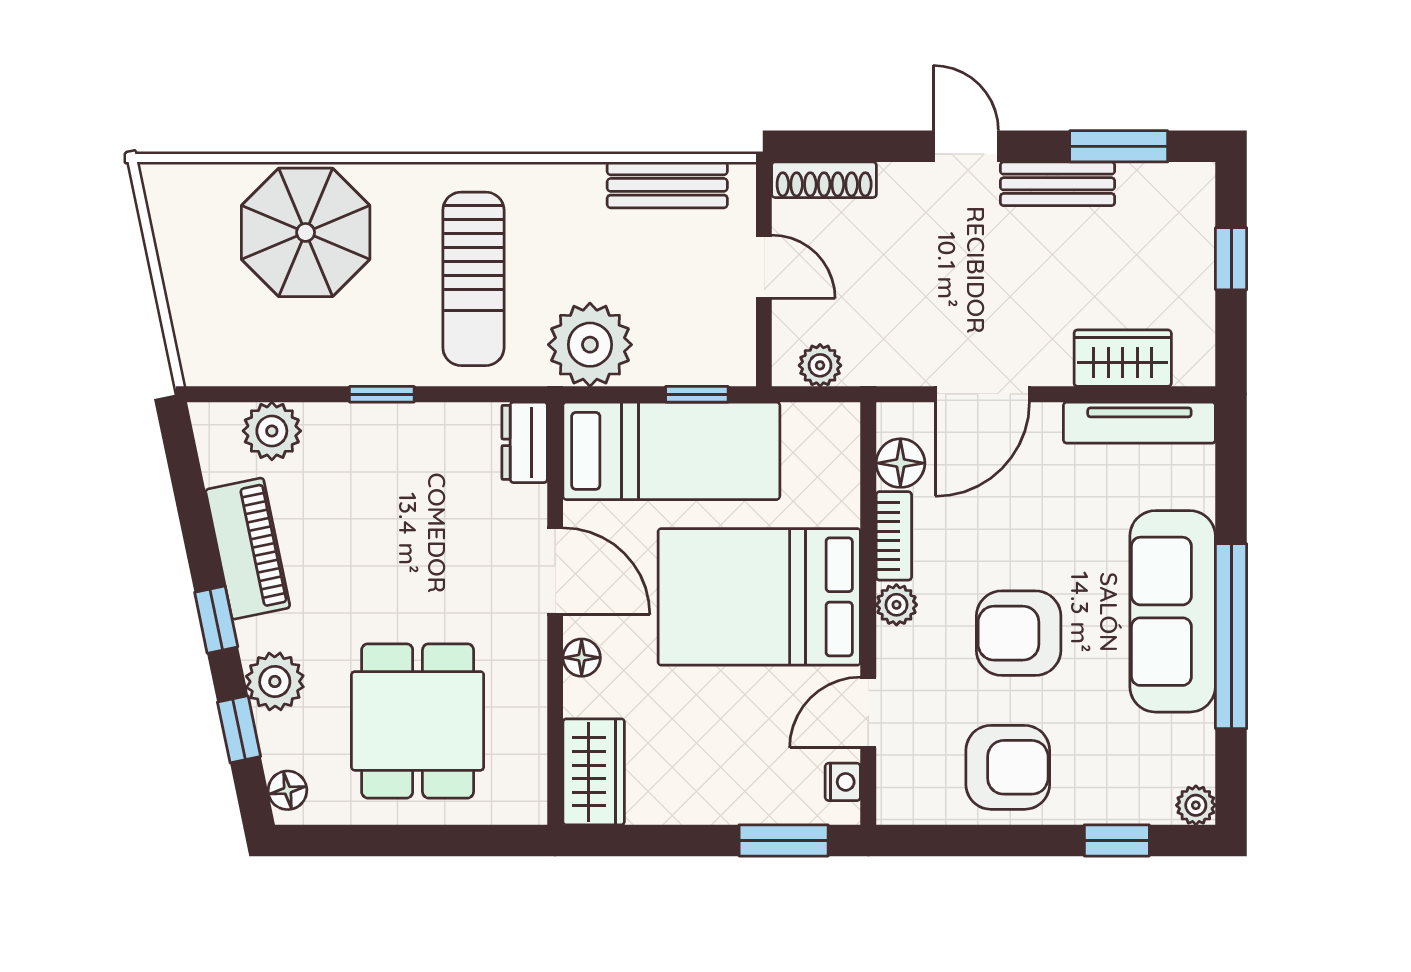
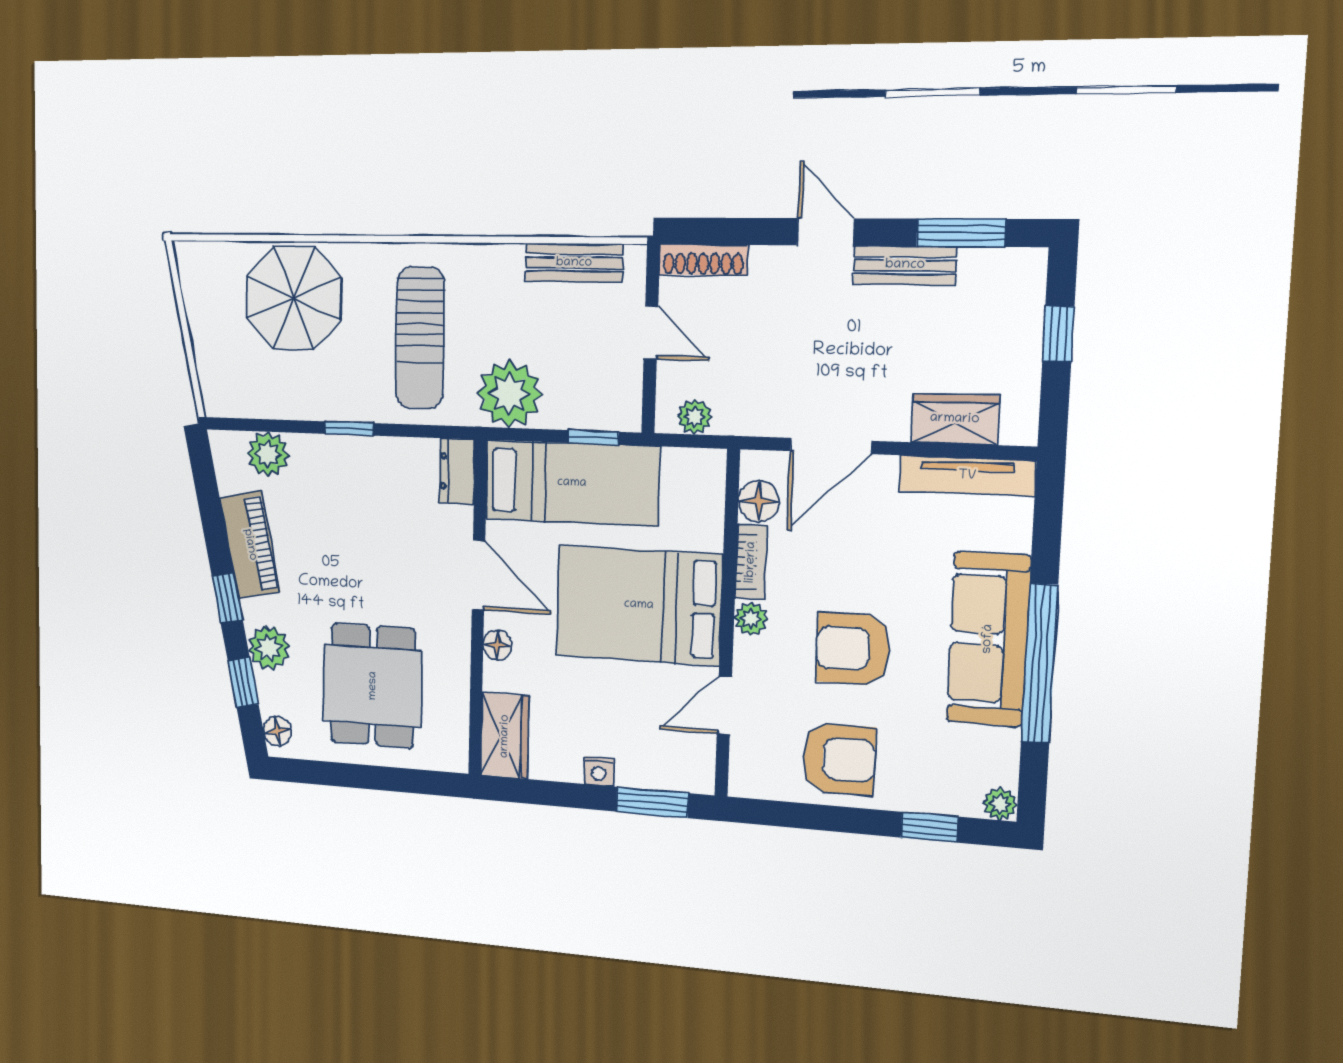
nightstand: (843, 782) -> (599, 771), moved, turned 90

